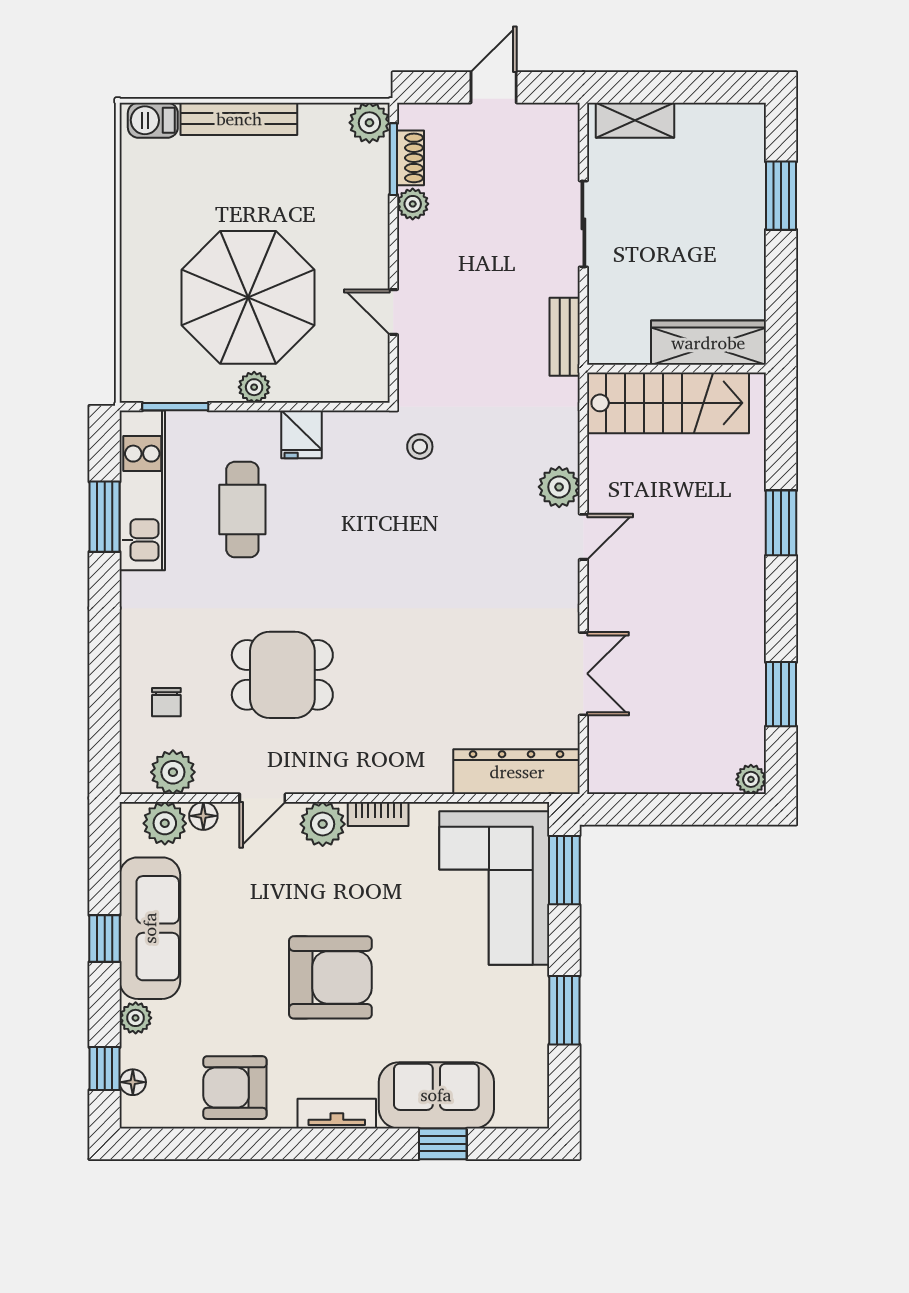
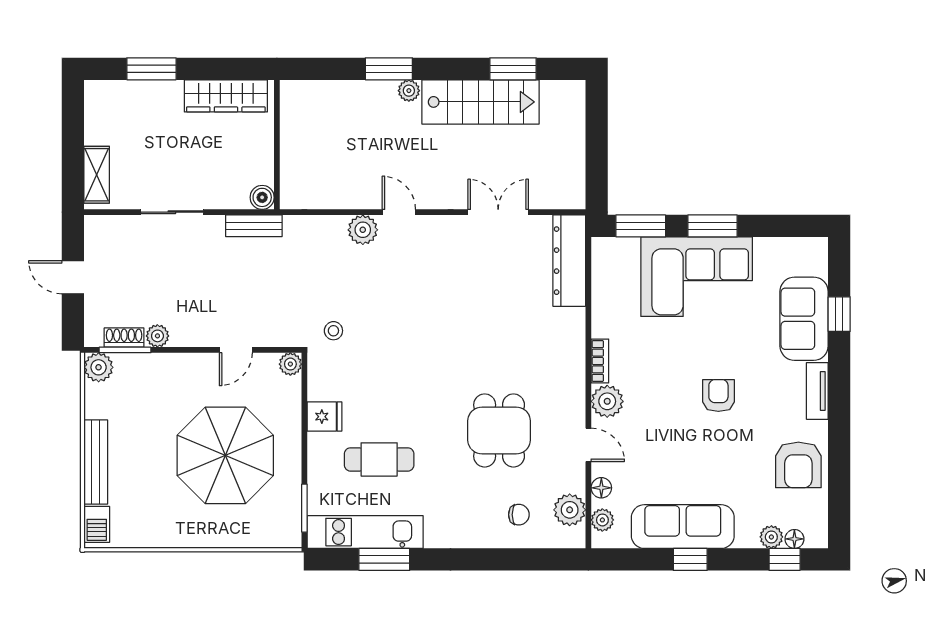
wardrobe: (708, 343) -> (226, 96), moved, turned -90
boiler: (604, 348) -> (262, 197), added
plant: (254, 387) -> (290, 364), moved
stairs: (668, 403) -> (481, 102), moved, turned 90
plant: (751, 779) -> (409, 91), moved
plant: (165, 823) -> (602, 520), width x0.73, depth x0.73
corner sofa: (494, 888) -> (697, 277), moved
armchair: (330, 977) -> (718, 396), width x0.53, depth x0.53
window: (564, 1010) -> (712, 226), moved
plant: (136, 1018) -> (771, 537), moved

